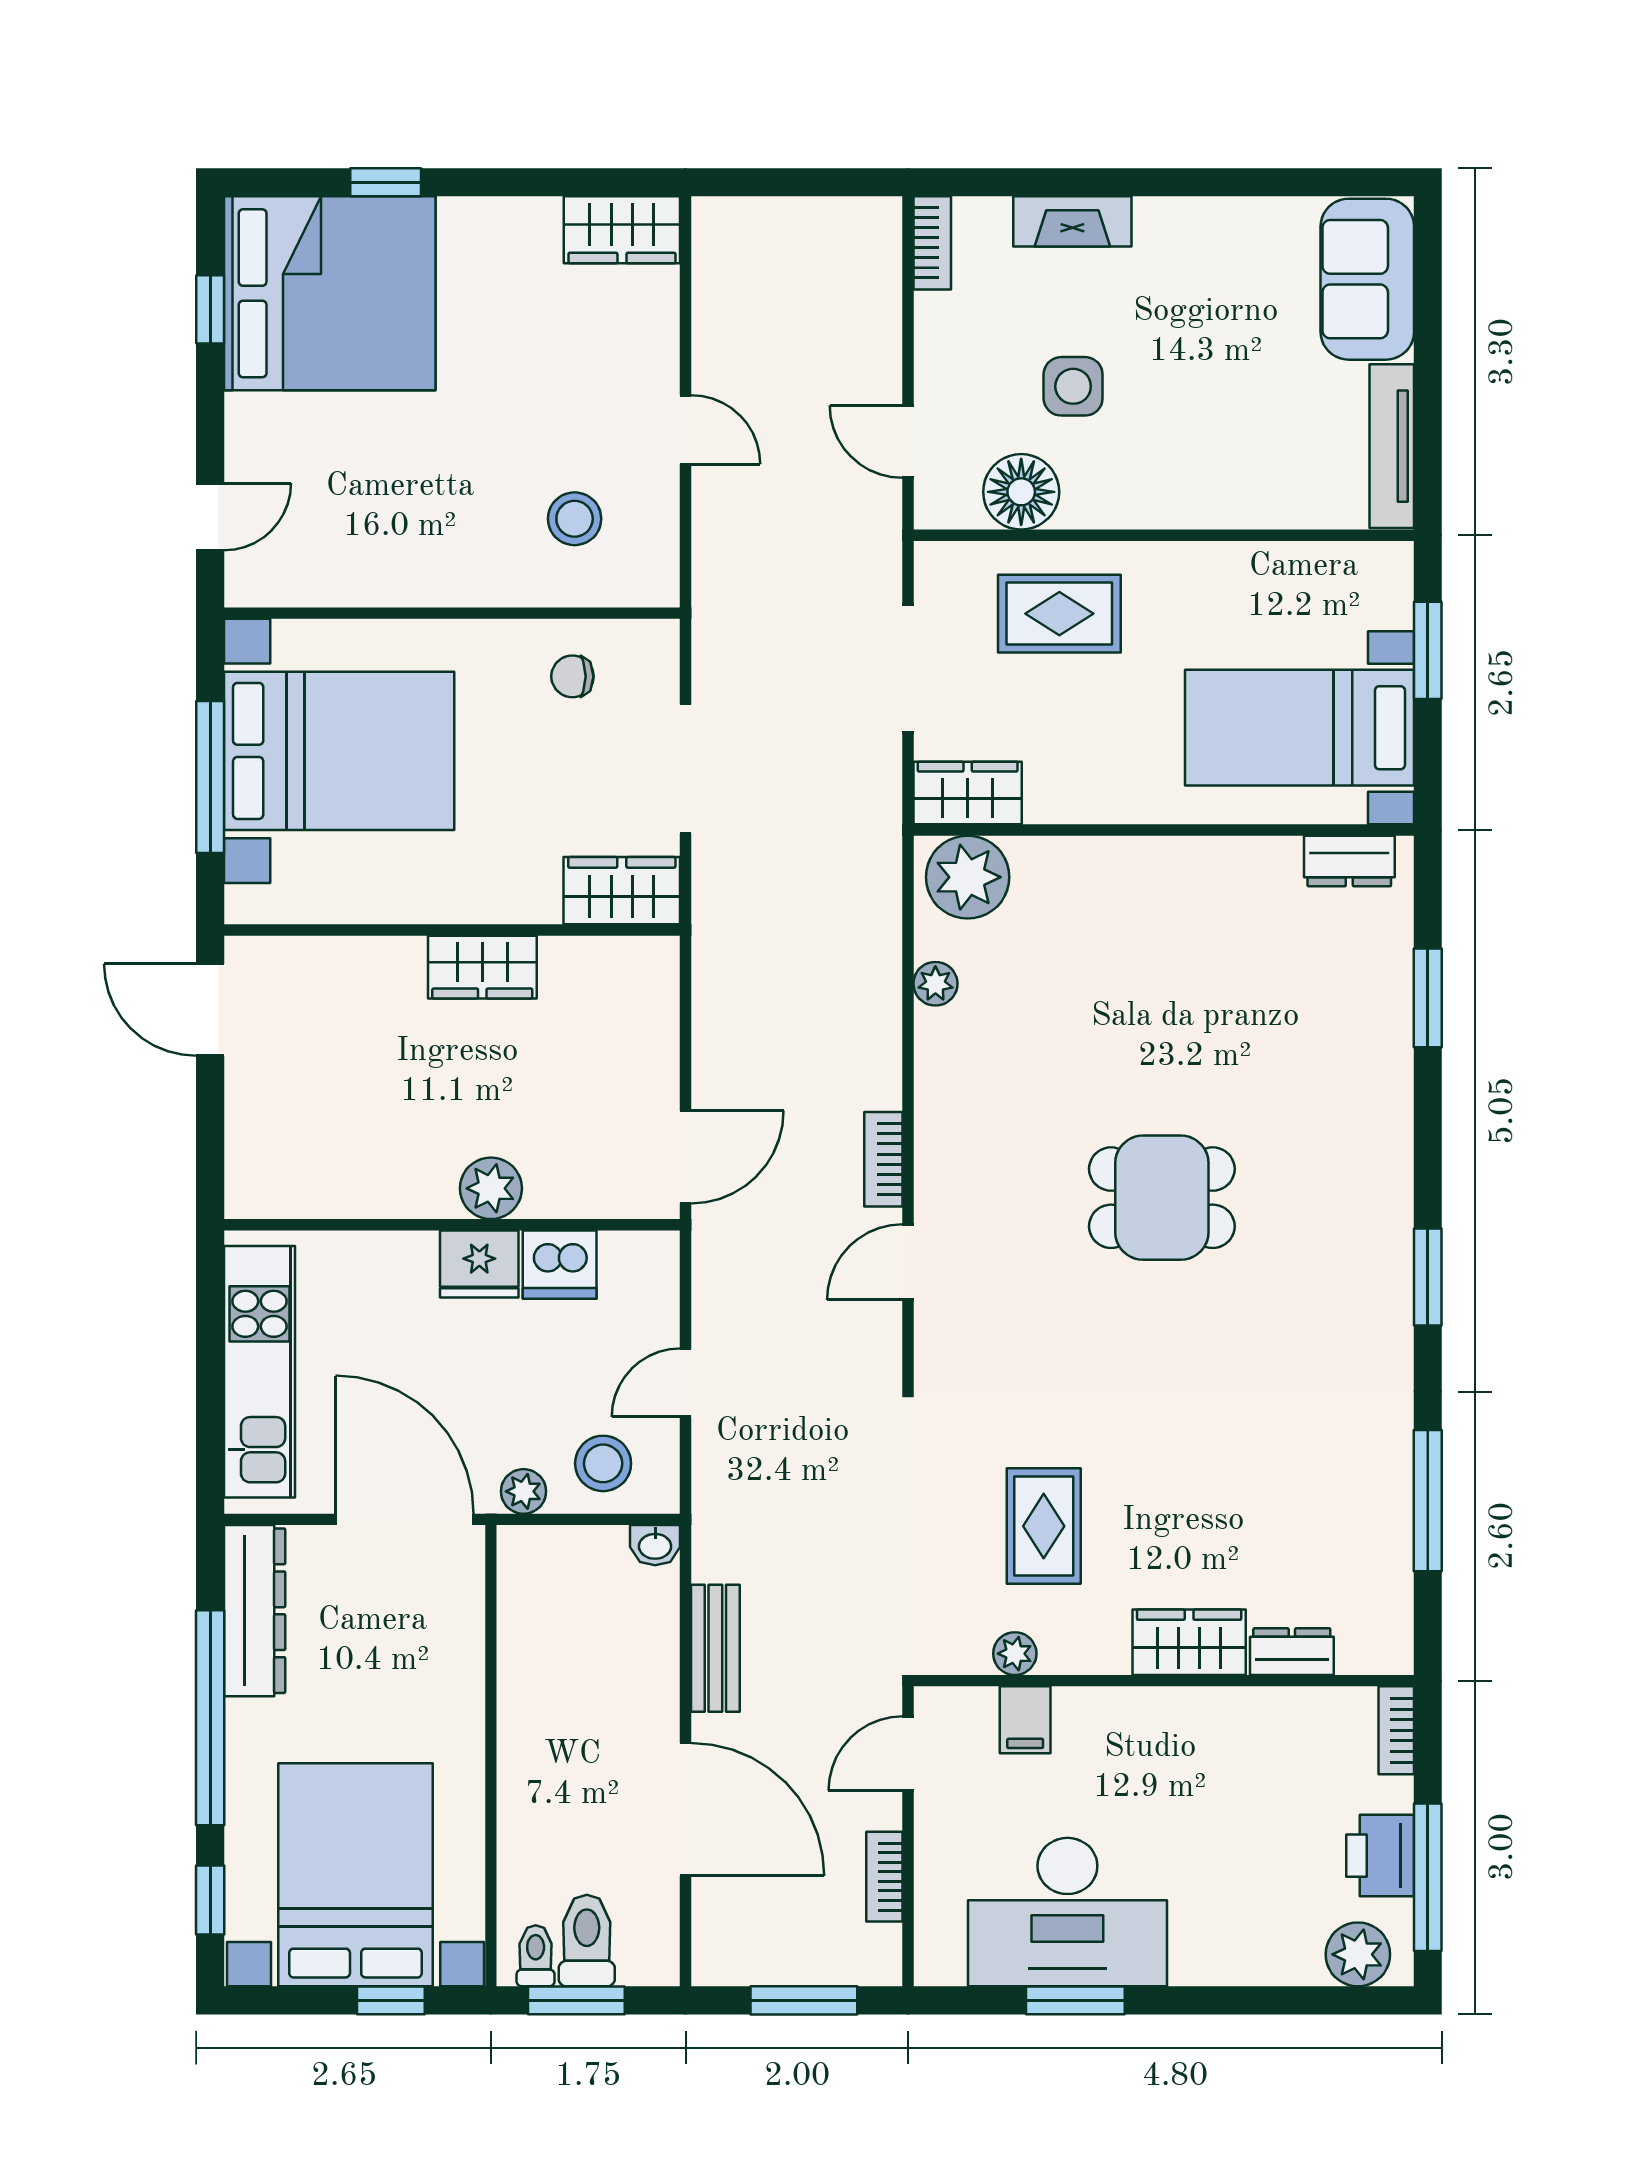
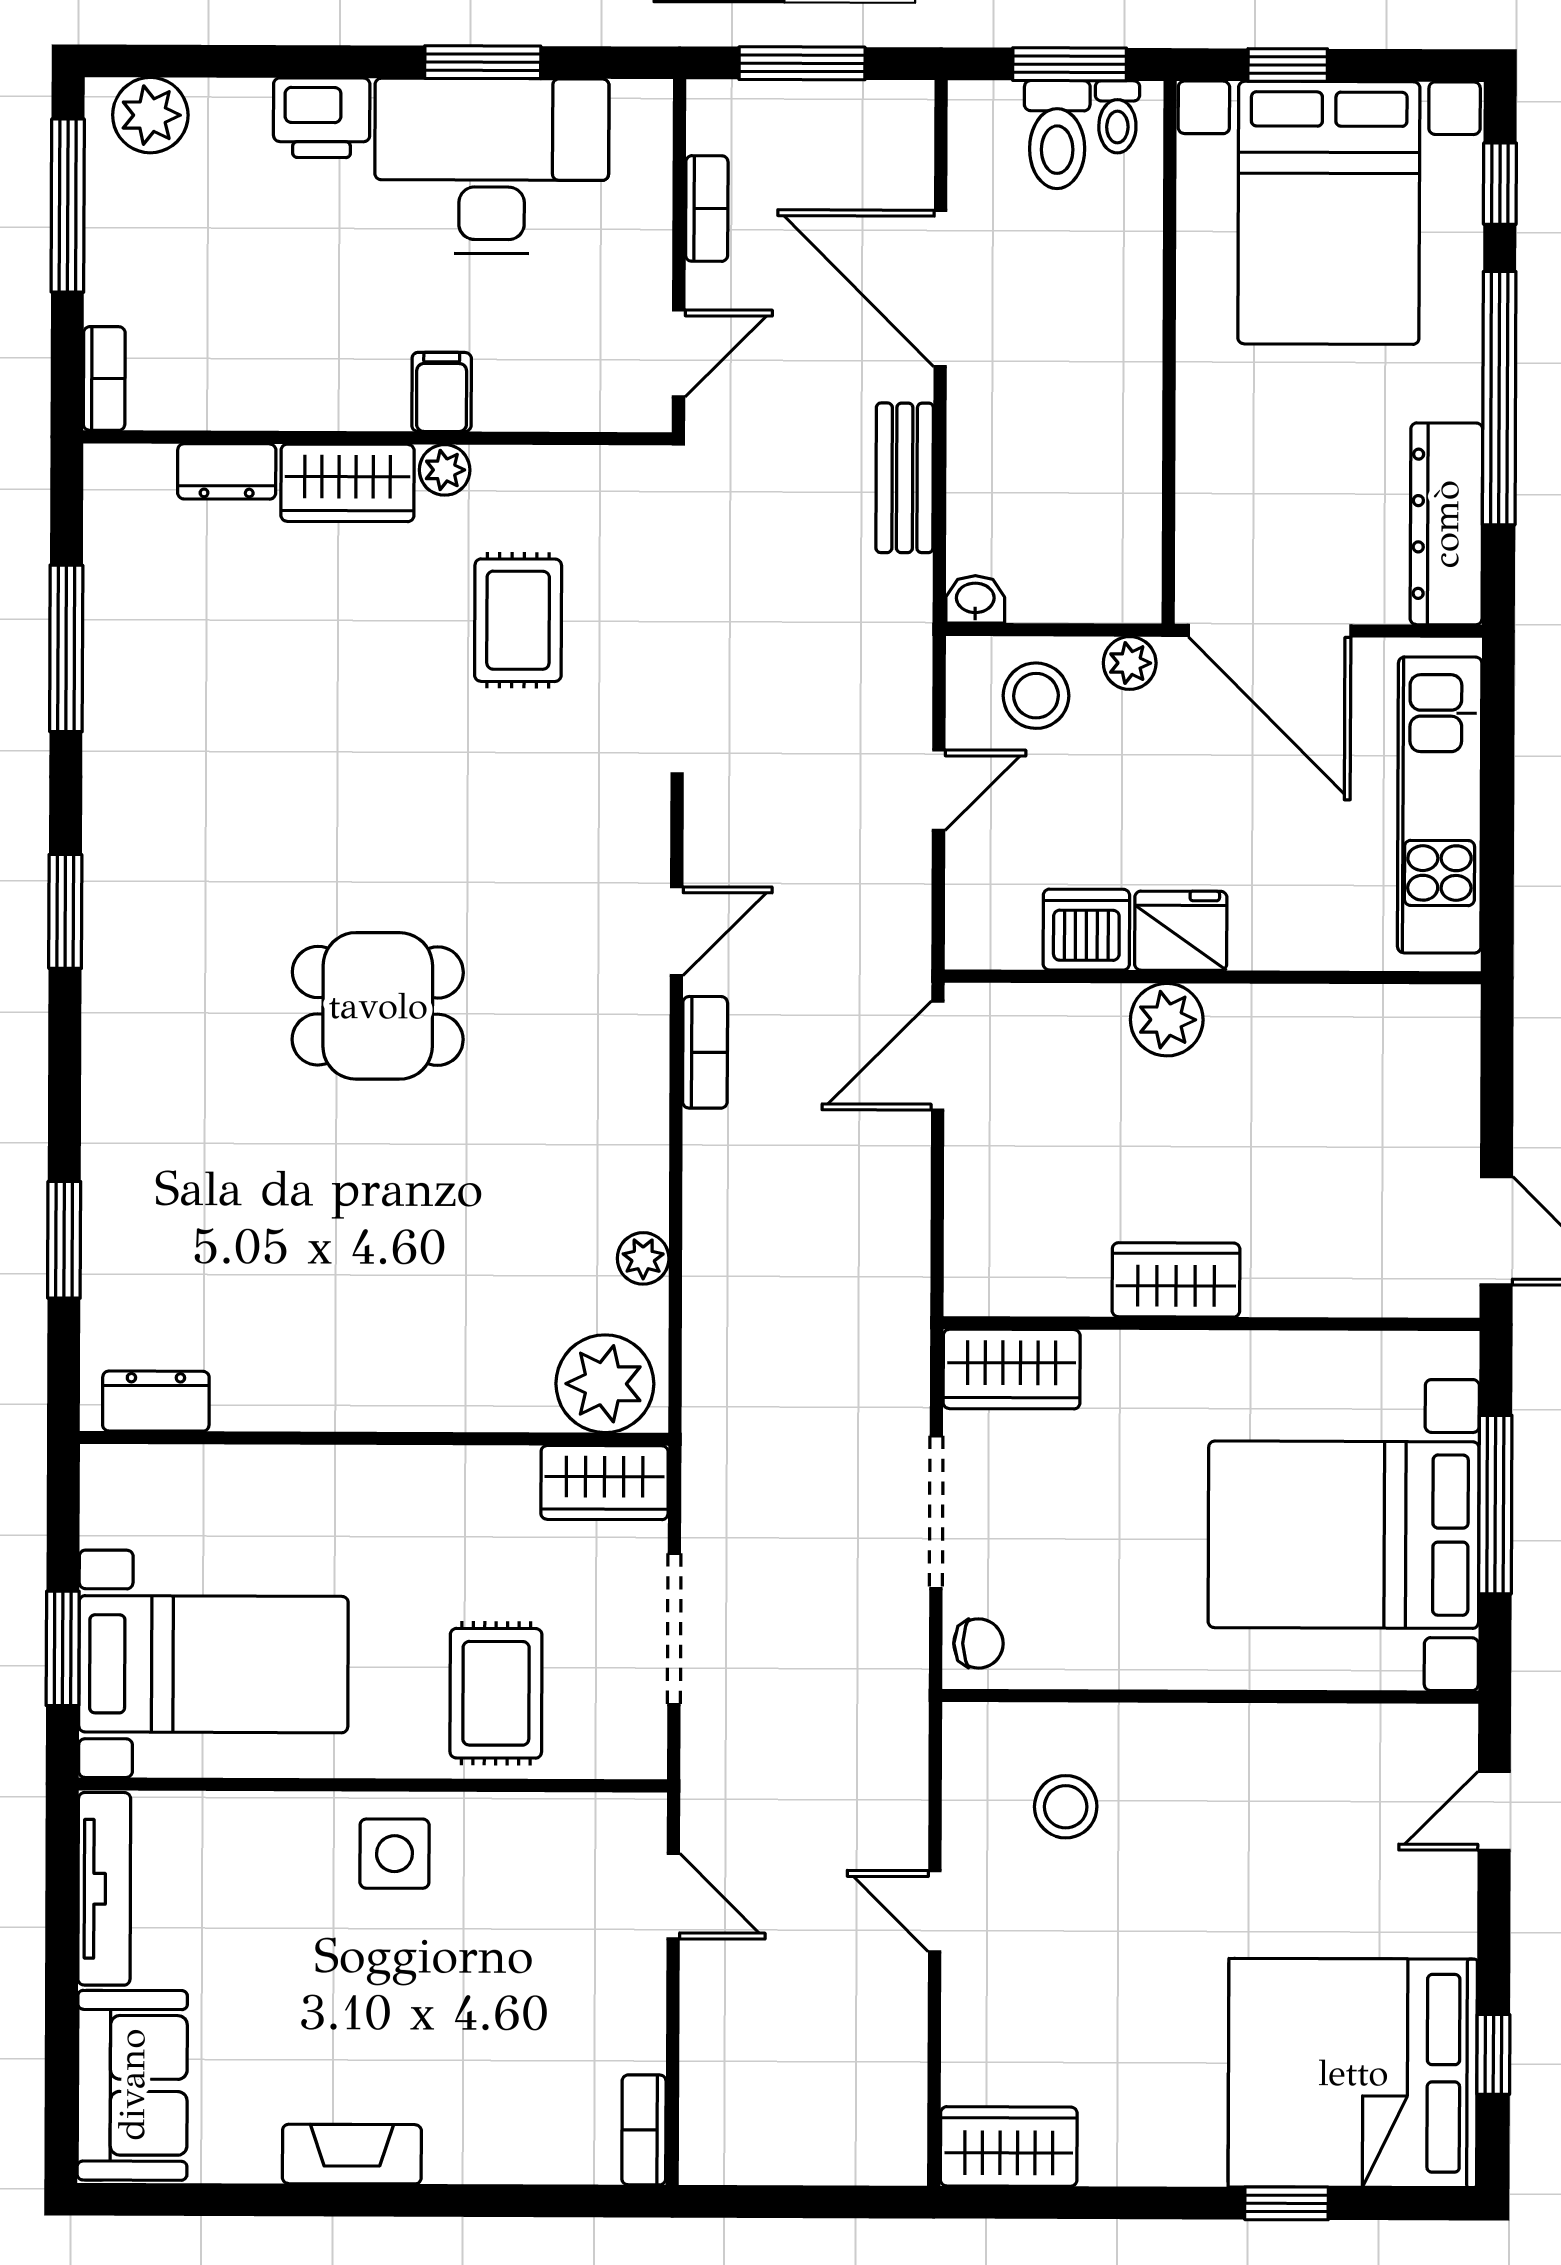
fireplace: (1072, 221) -> (352, 2154), moved
side table: (1073, 386) -> (395, 1854), moved
floor lamp: (1021, 492) -> (540, 1837), removed
rug: (1059, 614) -> (496, 1693), turned 90
chair: (572, 676) -> (978, 1643), moved
bed with nightstands: (1300, 728) -> (213, 1664), moved
plant: (1015, 1654) -> (445, 470), moved
filing cabinet: (1025, 1720) -> (442, 392), moved
printer: (1380, 1856) -> (322, 118), moved, turned 90

